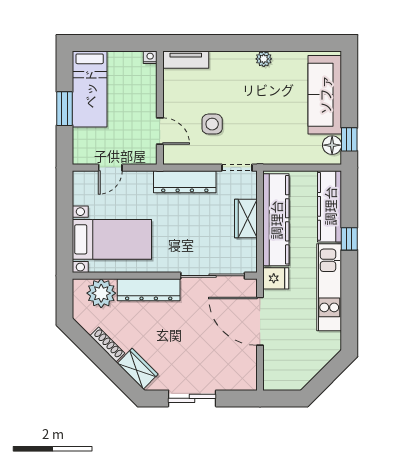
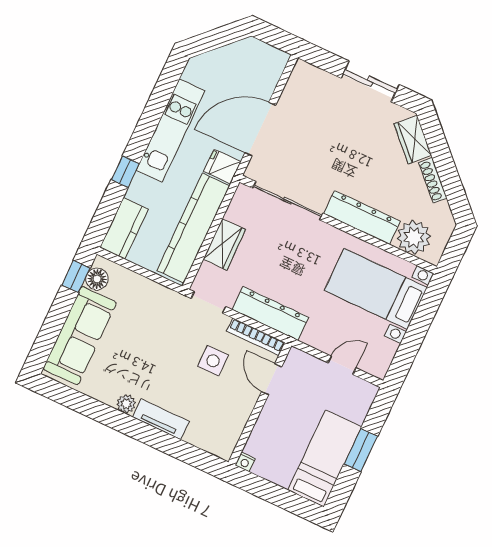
tv unit: (186, 60) -> (161, 419), moved
bookcase: (187, 158) -> (256, 337), added
kitchen counter: (330, 206) -> (124, 228), width x0.67
door: (260, 321) -> (260, 129), swing flipped

